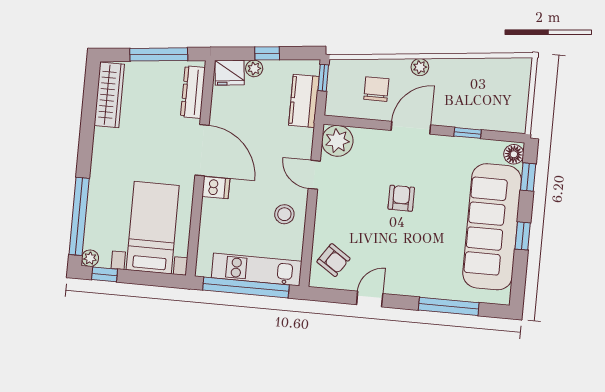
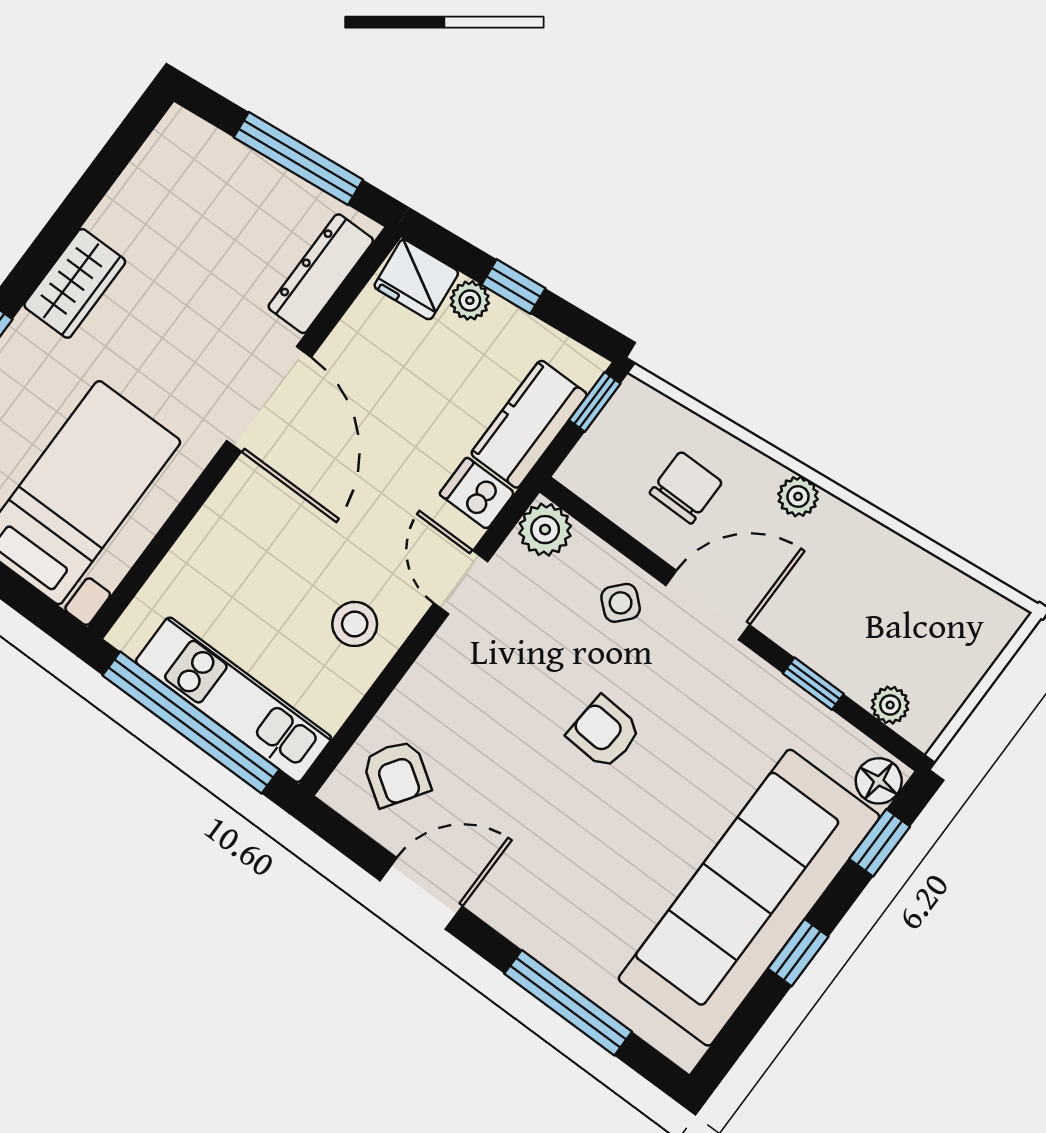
wardrobe: (109, 95) -> (75, 283), moved, width x0.67
plant: (501, 124) -> (890, 705), added
plant: (337, 141) -> (545, 530), width x0.73, depth x0.73
side table: (378, 146) -> (621, 603), added
dishwasher: (216, 188) -> (477, 493), moved, turned 180
armchair: (401, 198) -> (604, 733), turned -86
door: (370, 299) -> (421, 894), width x1.38

